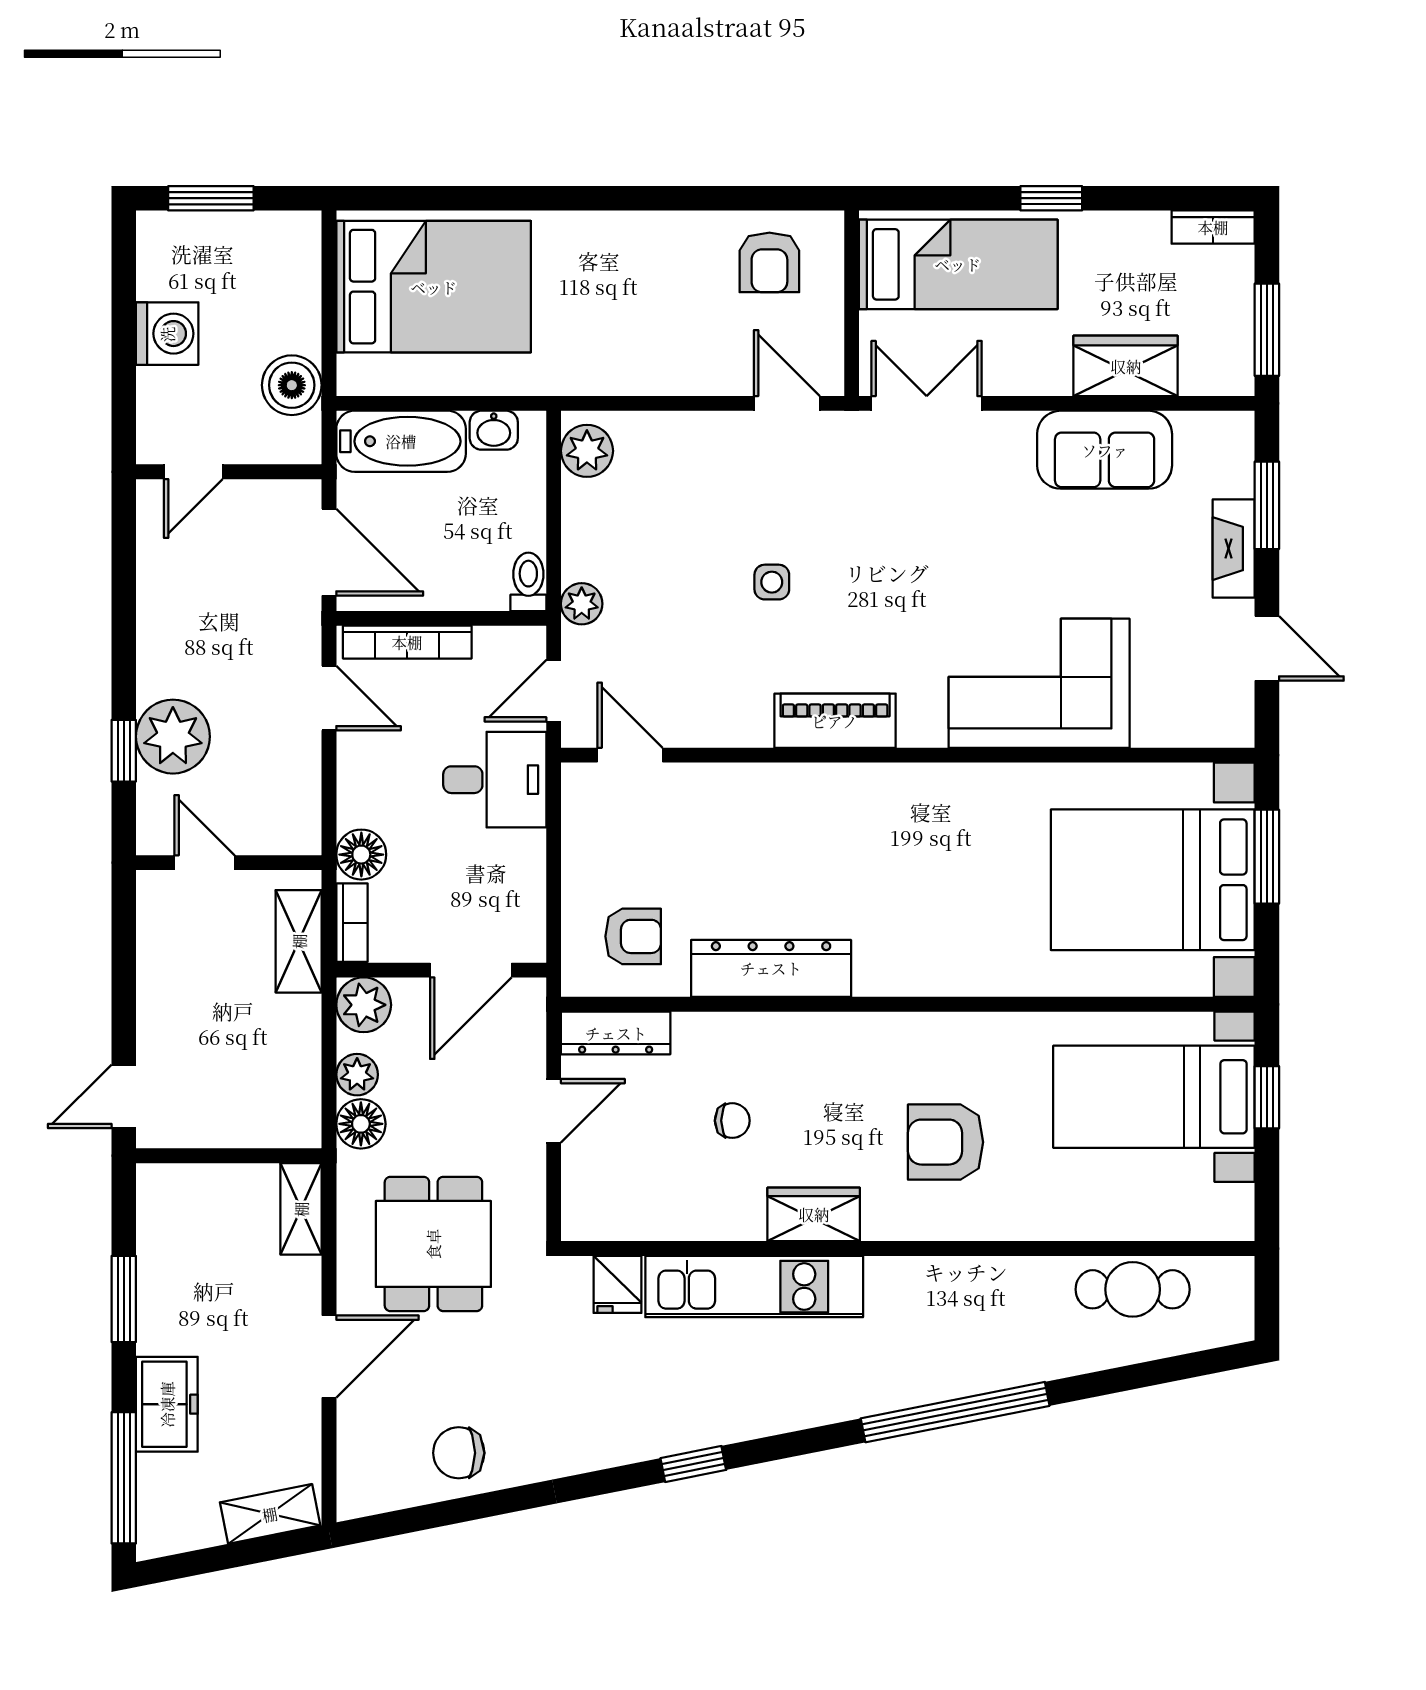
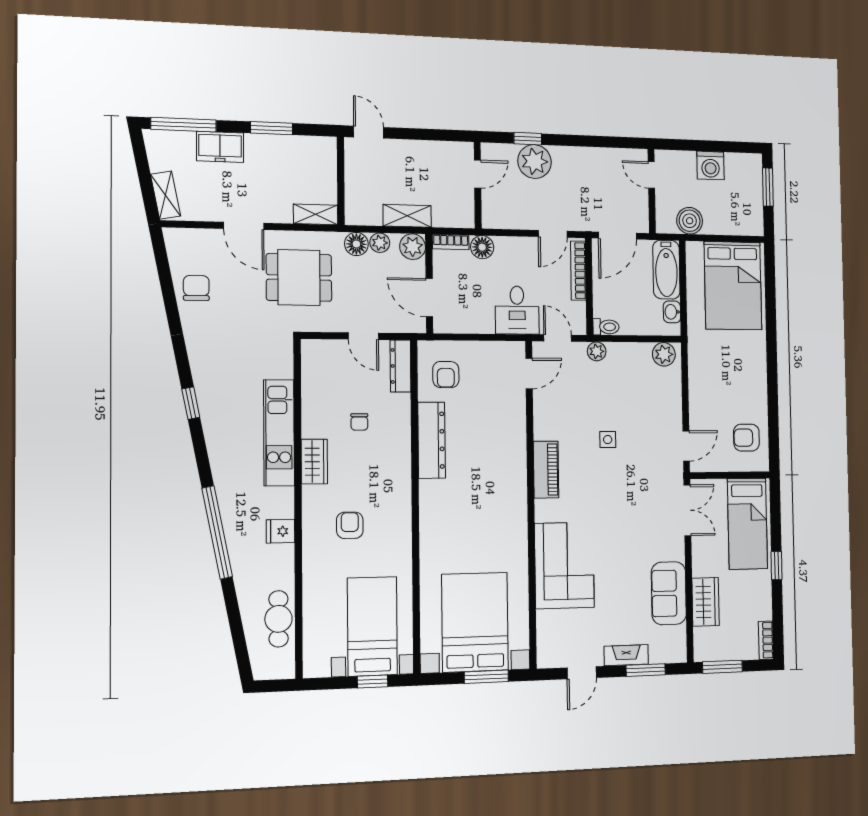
shelving: (299, 941) -> (407, 216), moved
armchair: (946, 1142) -> (350, 525), width x0.72, depth x0.72
fridge: (617, 1284) -> (280, 531), moved

